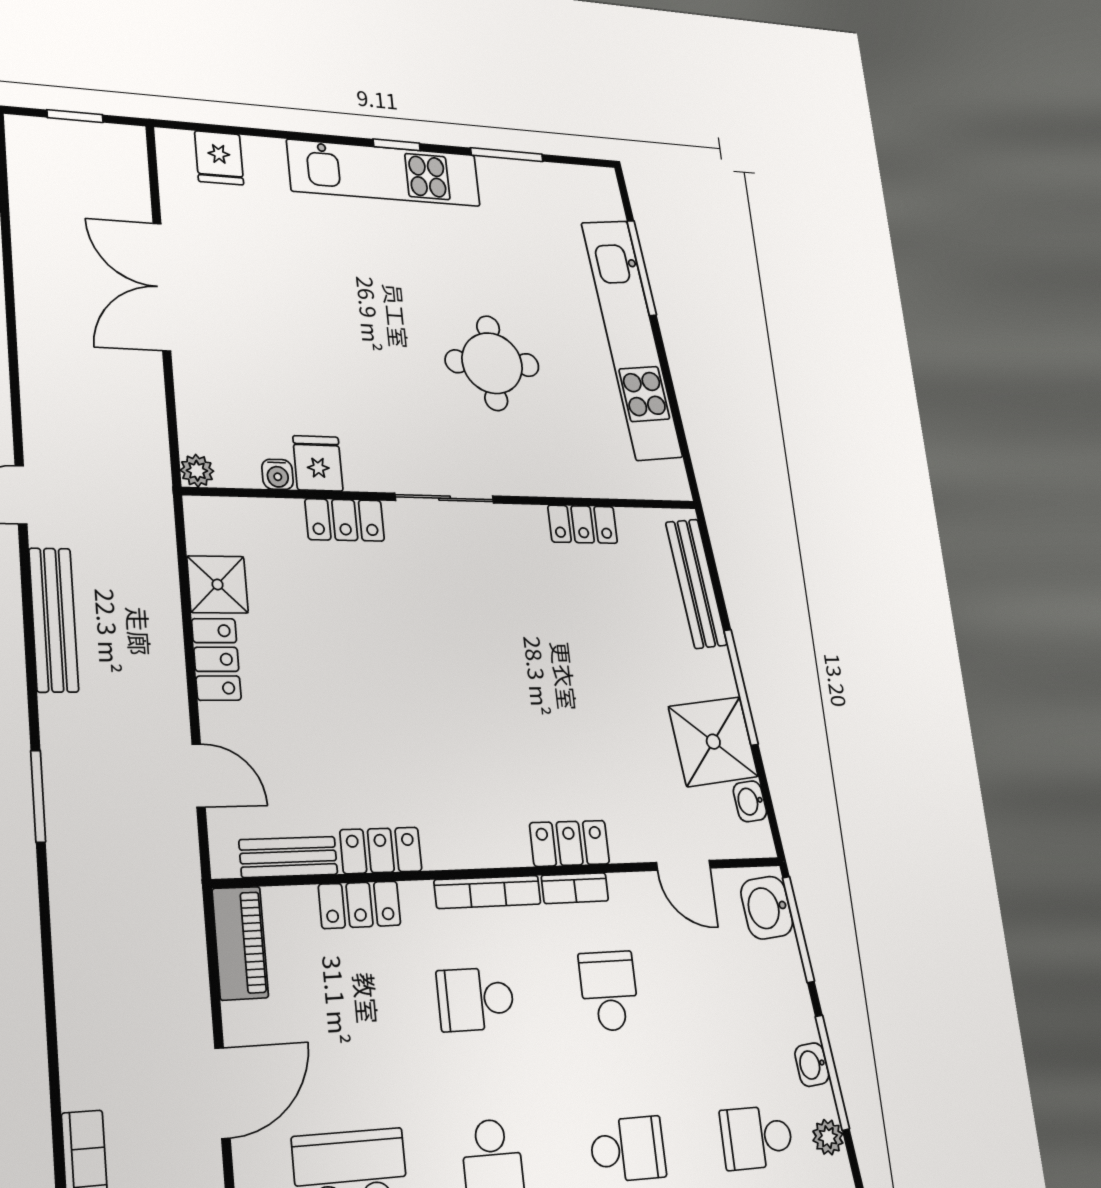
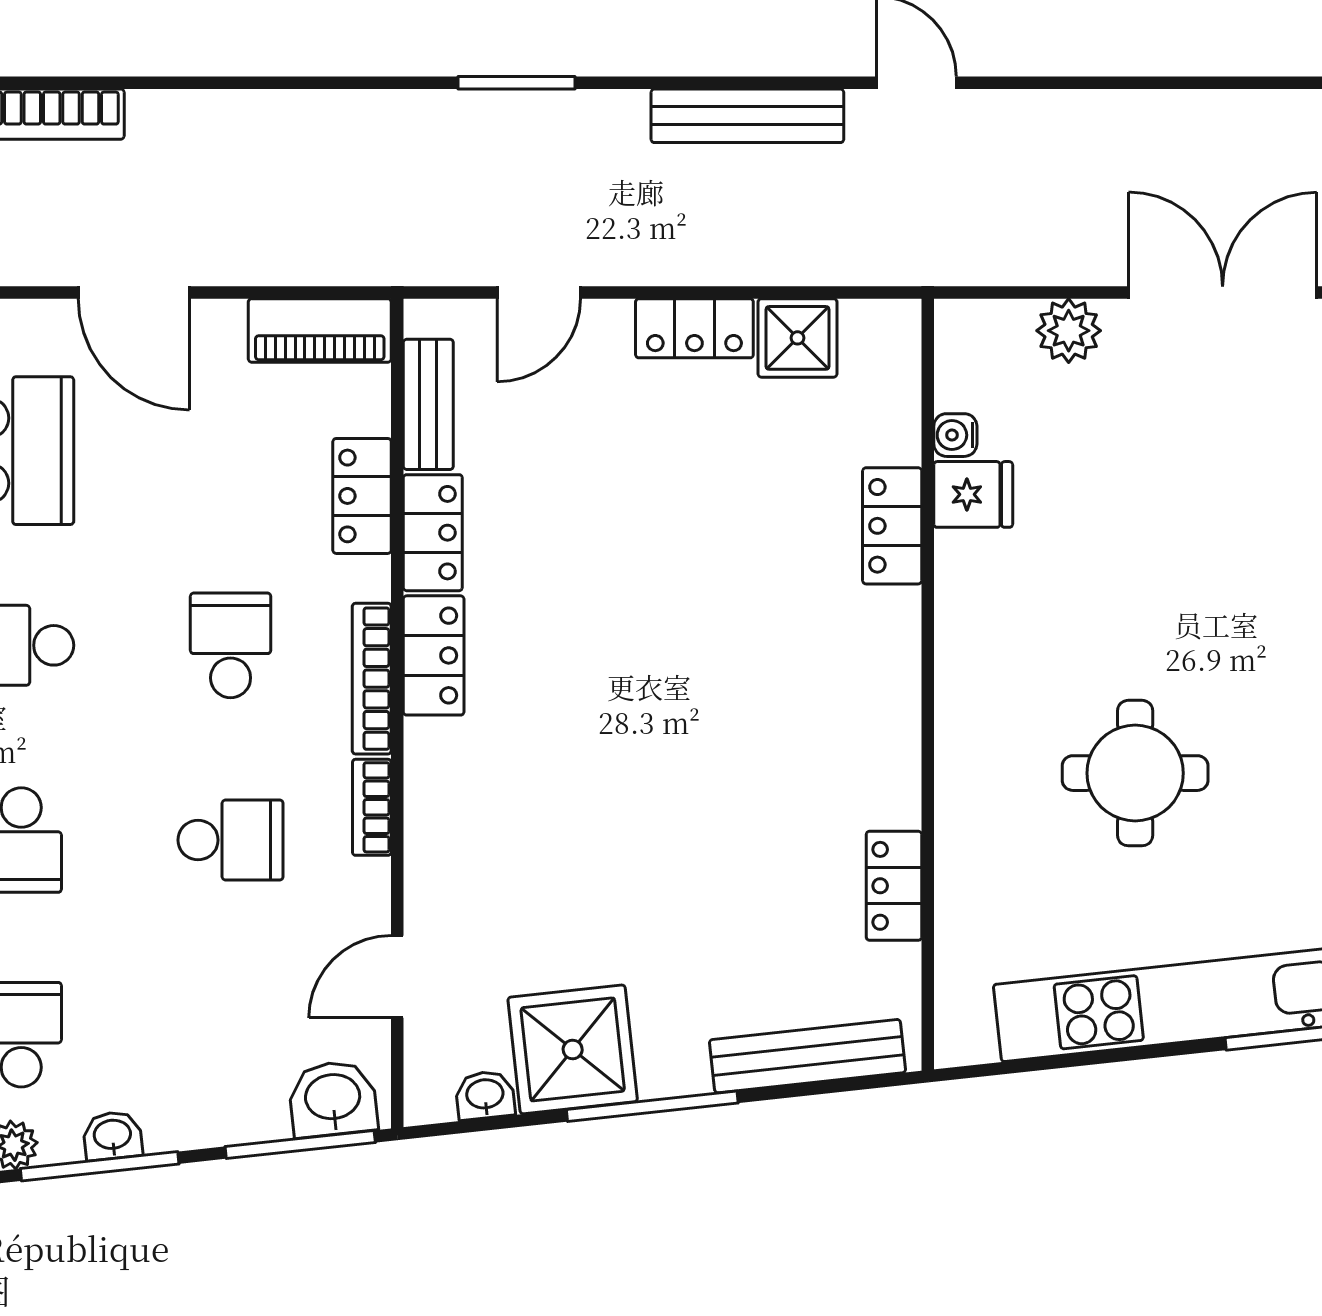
plant: (197, 471) -> (1069, 331), moved, width x1.38, depth x1.38
sliding door: (445, 498) -> (928, 677), removed
locker: (570, 843) -> (434, 655), moved

